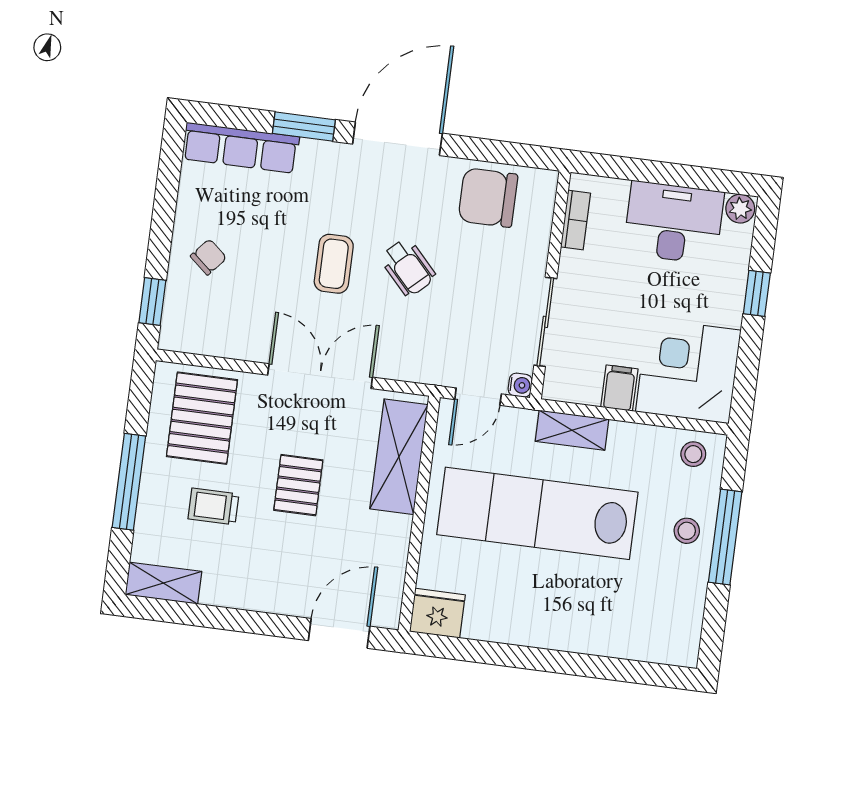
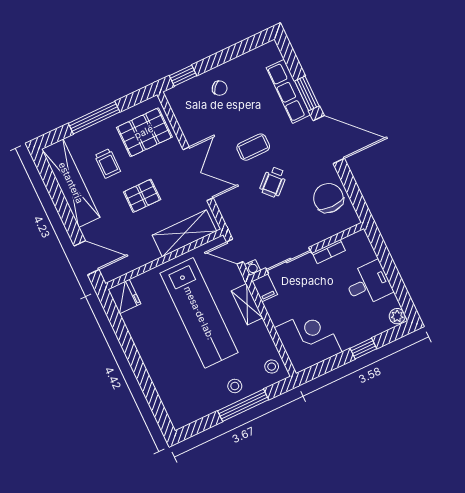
row of seats: (241, 148) -> (288, 91), moved
bookcase: (576, 220) -> (329, 252), moved
desk: (674, 223) -> (368, 284), width x0.73
filing cabinet: (619, 388) -> (265, 288), moved, turned 90
trolley: (213, 506) -> (108, 163), turned 180
lab bench: (537, 513) -> (199, 313), turned 180
shelving: (163, 583) -> (71, 183), width x2.20, depth x1.33

